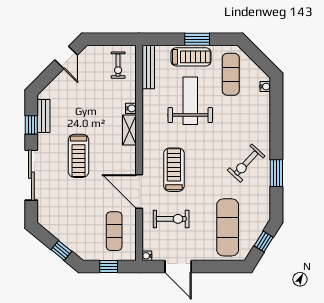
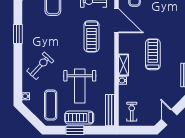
treadmill: (79, 156) -> (153, 54), moved
exercise bike: (246, 163) -> (40, 66), moved

